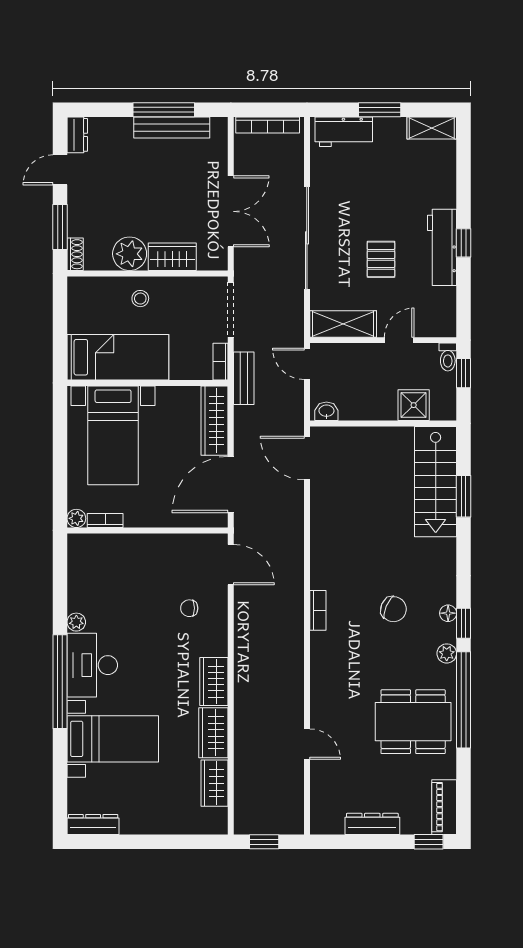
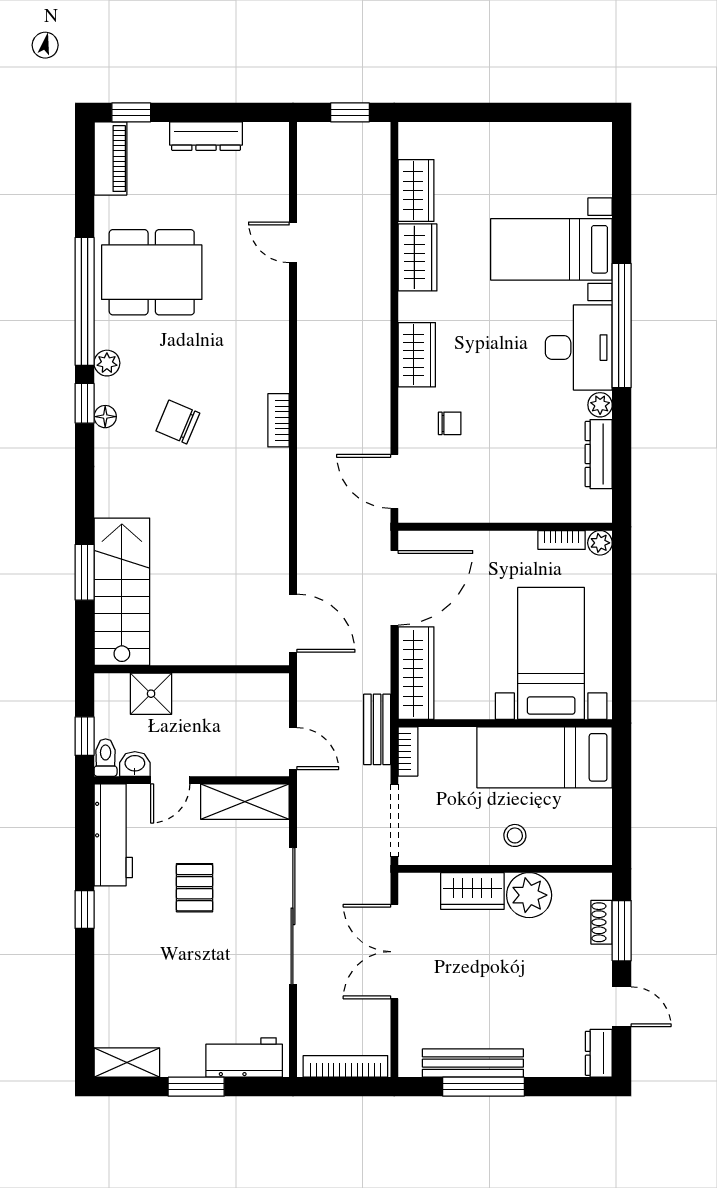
door: (60, 170) -> (622, 1007), hinge flipped
workbench: (442, 247) -> (113, 835), moved
shoe rack: (75, 254) -> (602, 922), moved
washbasin: (326, 411) -> (135, 764), moved, turned 180
wardrobe: (214, 682) -> (417, 355), moved
dresser: (93, 824) -> (599, 454), moved, turned 90

